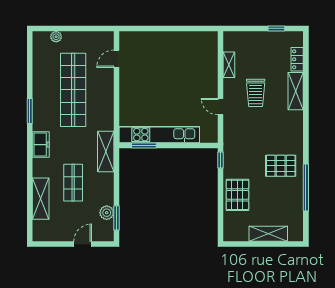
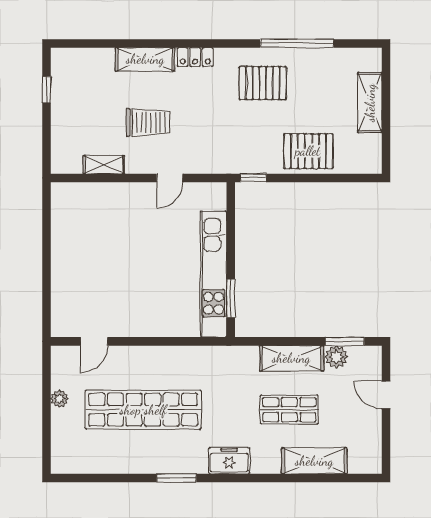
plant: (56, 37) -> (59, 399), moved
door: (117, 59) -> (94, 341), hinge flipped
locker: (297, 59) -> (195, 57), moved
shelving: (106, 151) -> (291, 358), moved
pallet: (281, 166) -> (263, 83), turned 90

